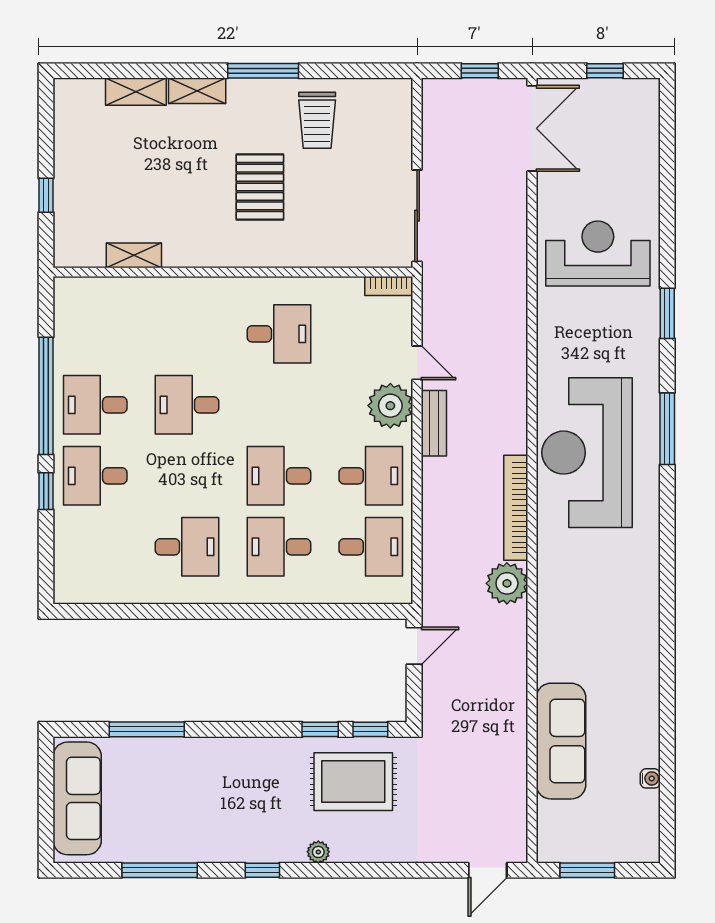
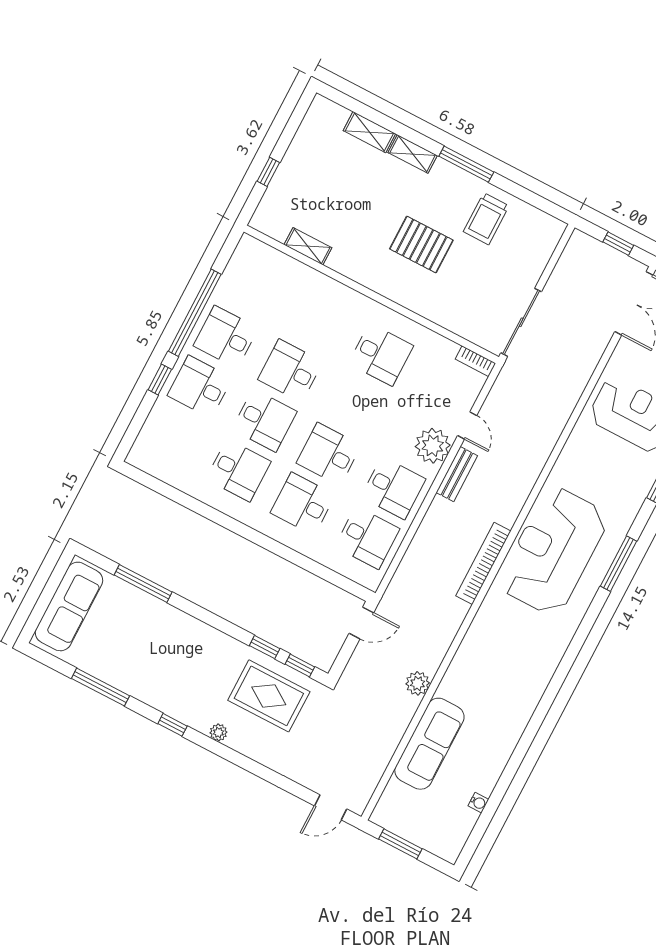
pallet: (260, 187) -> (421, 245), turned 90
desk: (187, 476) -> (264, 420), added
plant: (507, 583) -> (418, 683), moved, width x0.73, depth x0.73

